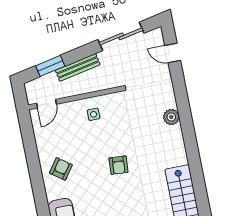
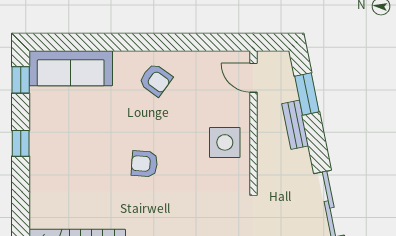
bench: (78, 67) -> (295, 125), width x0.73
side table: (94, 114) -> (225, 142), width x1.87, depth x1.87

